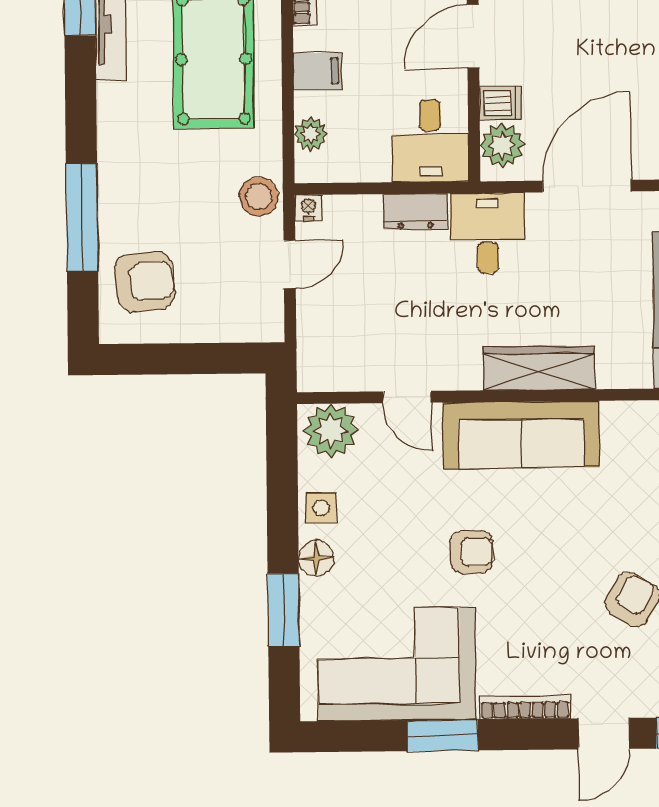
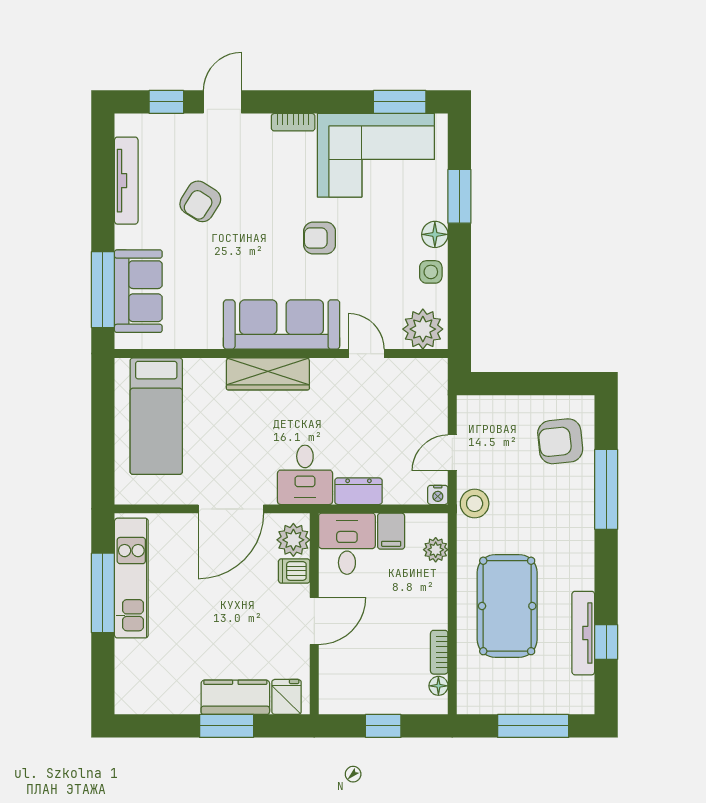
filing cabinet: (318, 71) -> (391, 531), moved, turned -90
bookcase: (525, 707) -> (293, 122), width x0.64
window: (443, 735) -> (400, 102), moved

